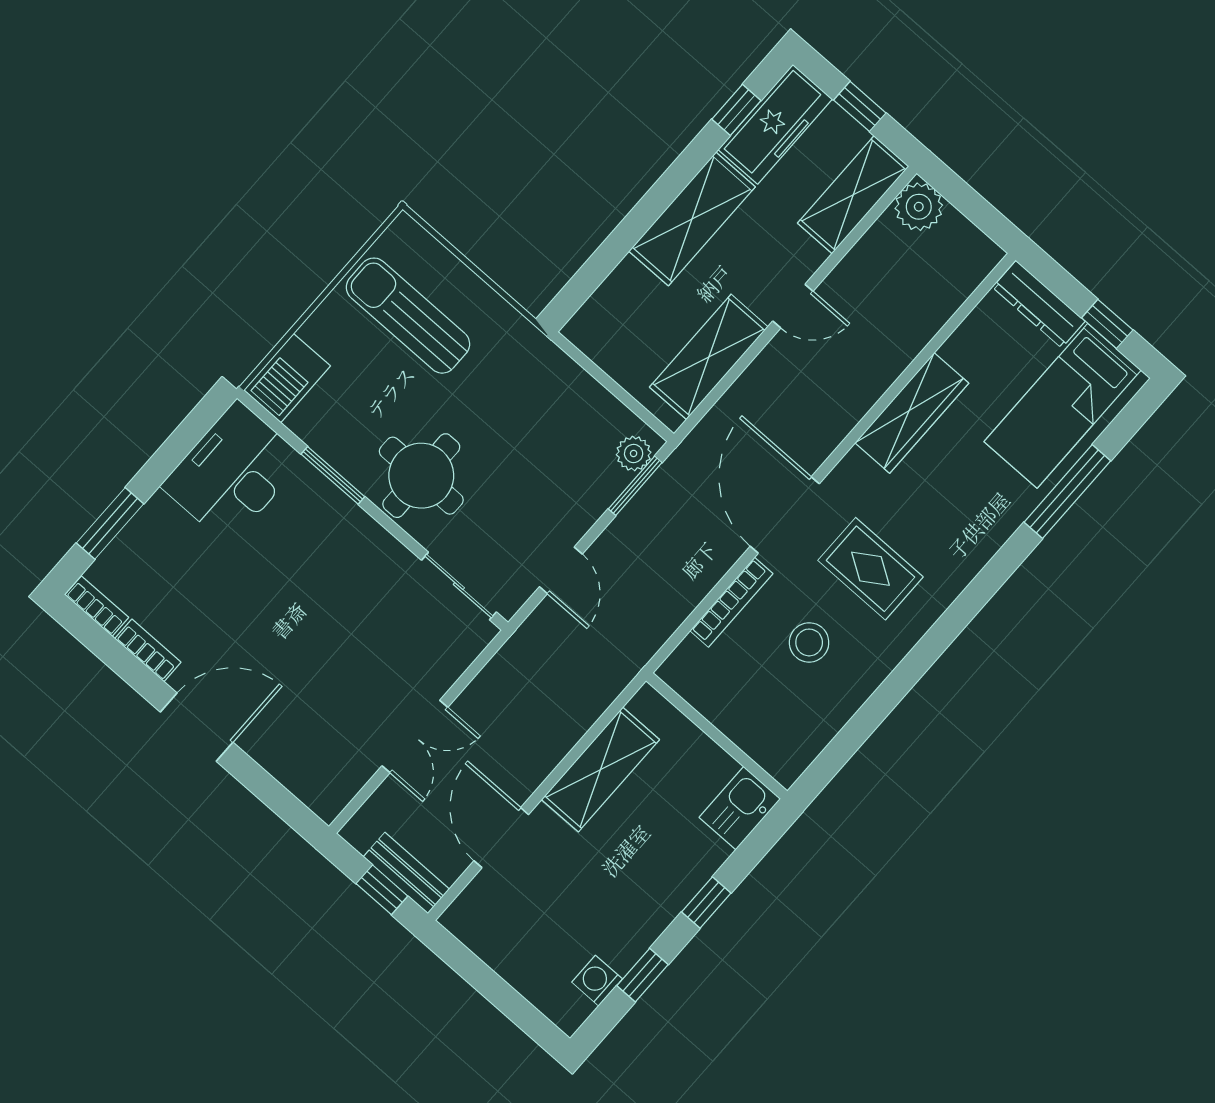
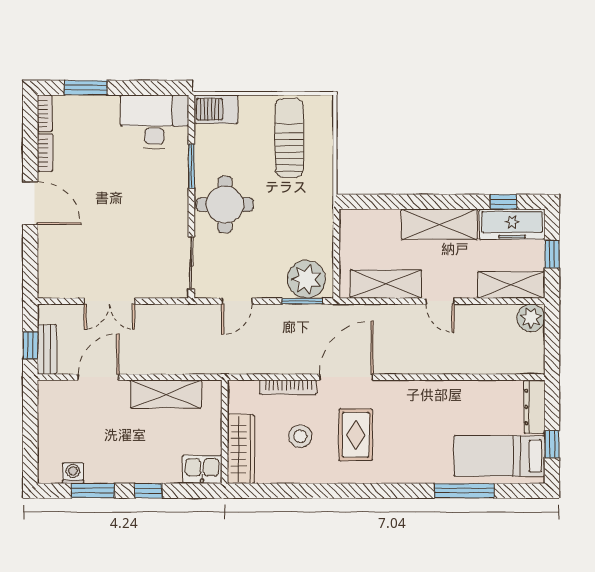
wardrobe: (912, 413) -> (241, 449), moved, turned -90
plant: (634, 453) -> (307, 279), width x1.87, depth x1.87
window: (642, 975) -> (93, 491), width x1.50

